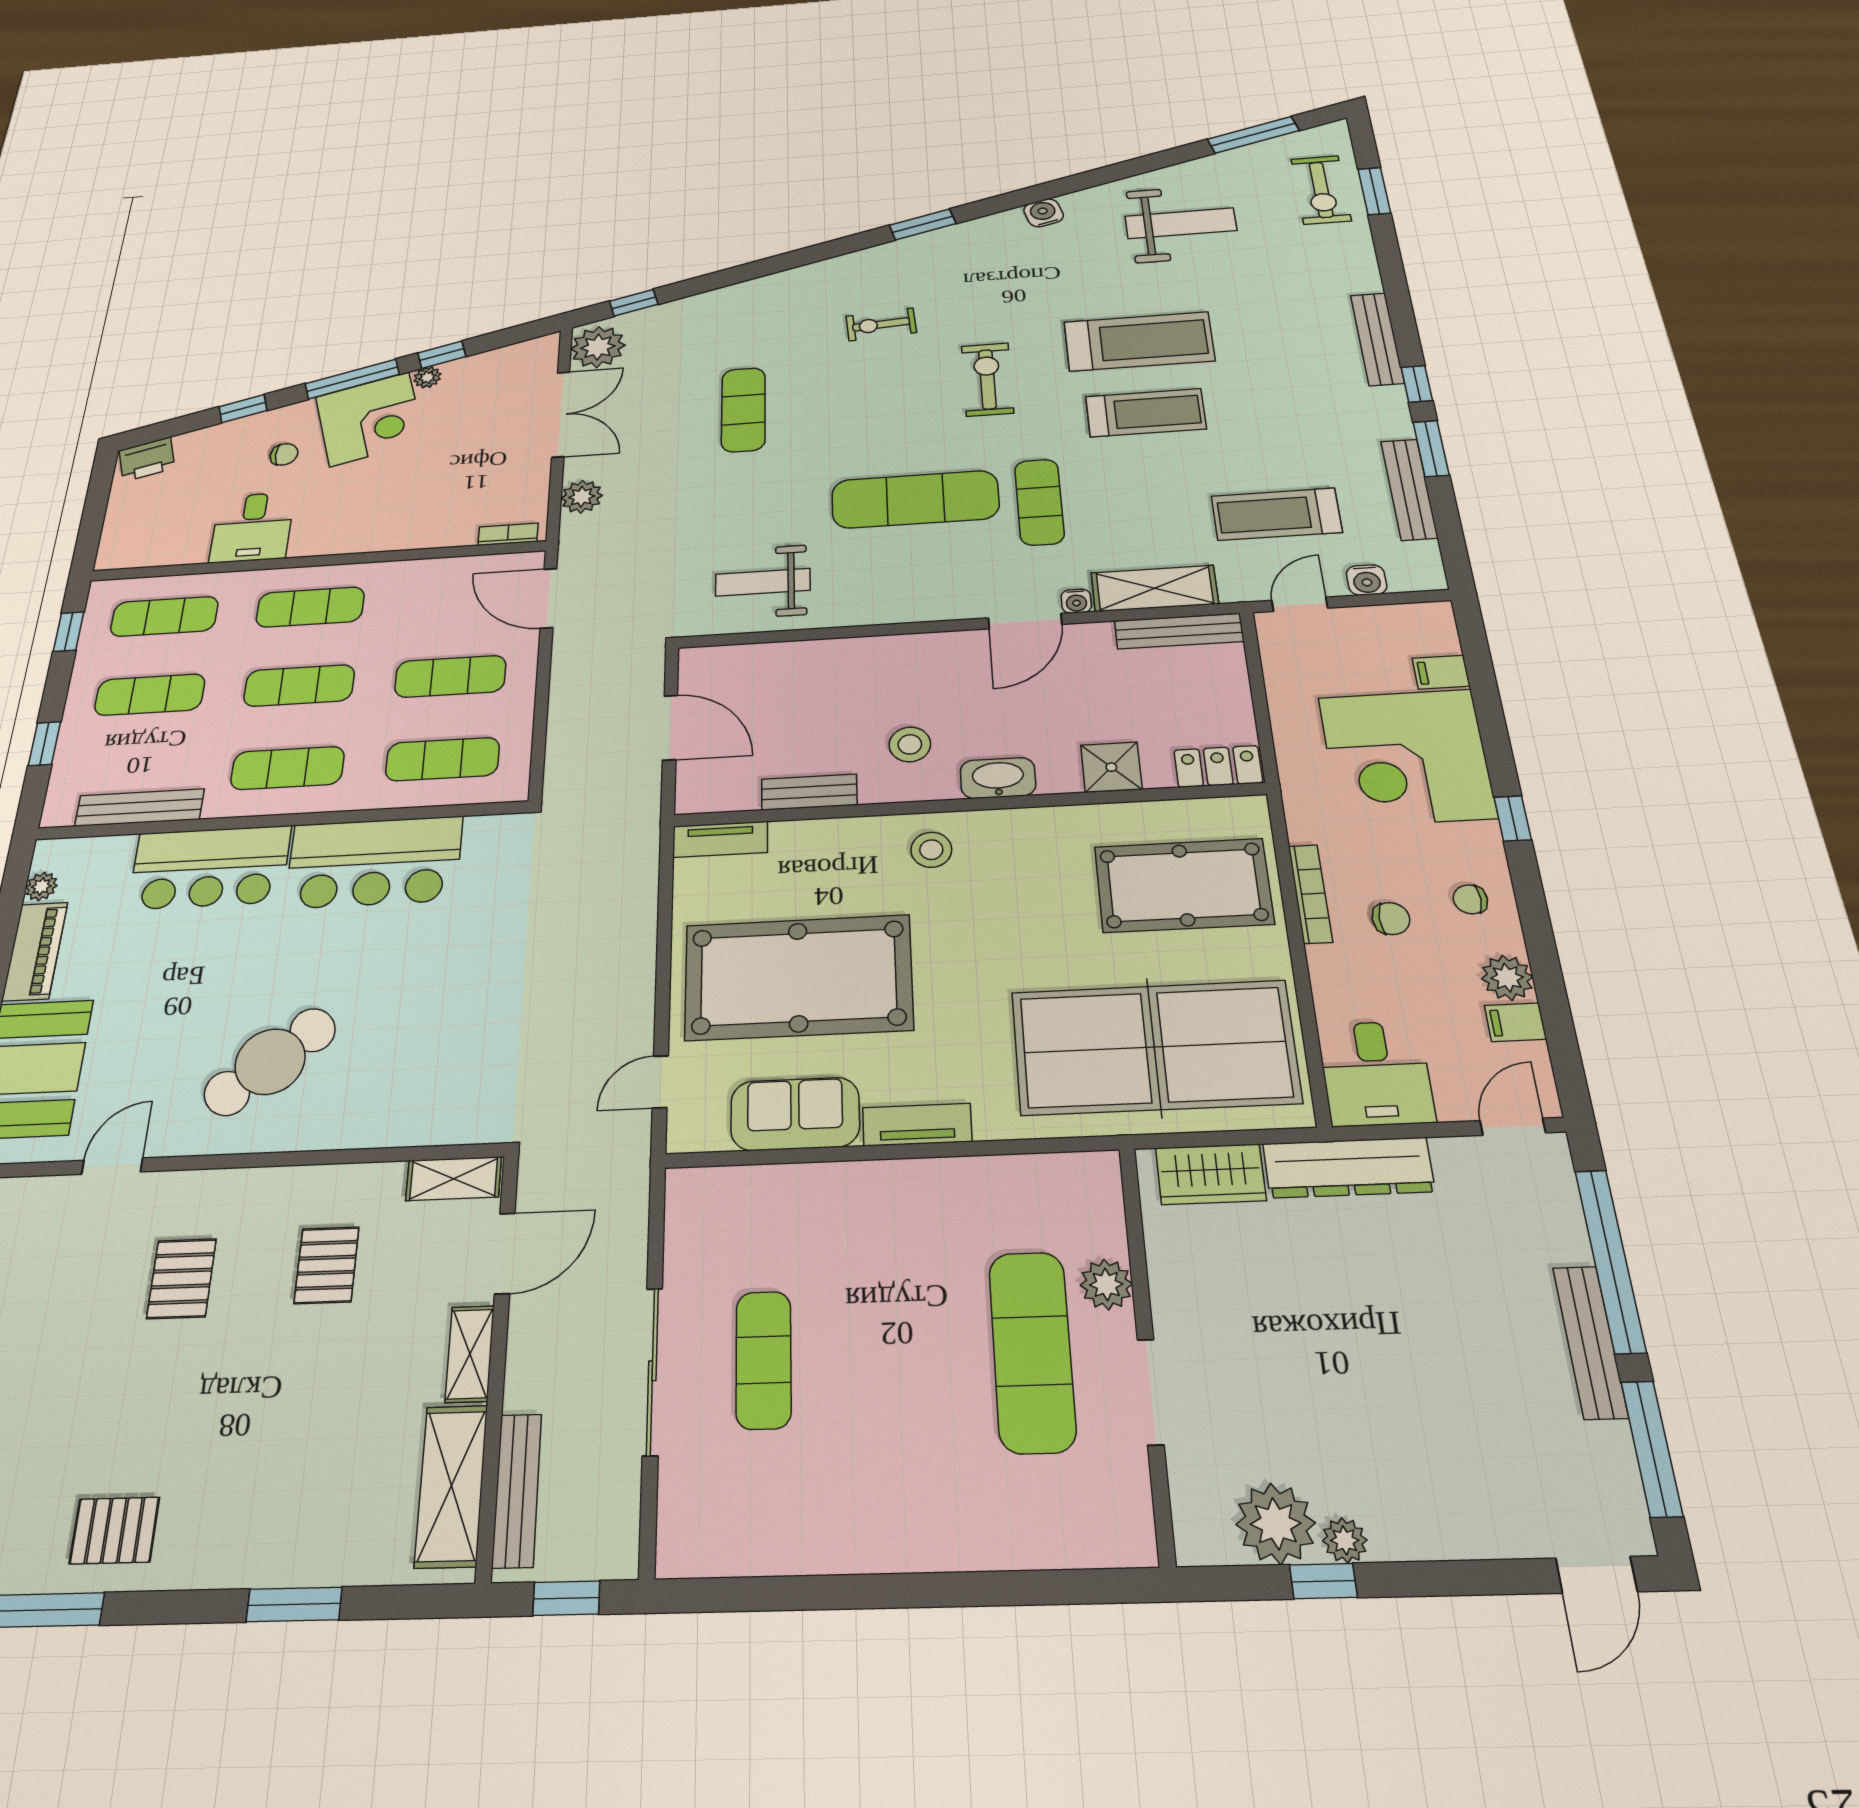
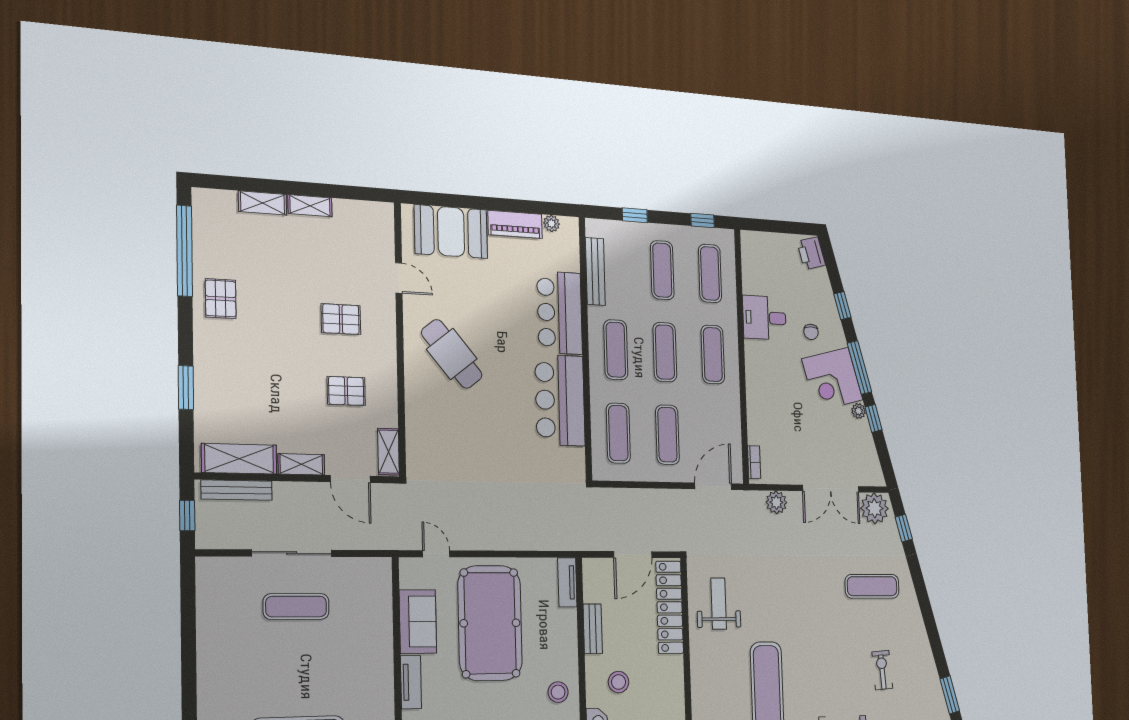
exercise mat: (743, 410) -> (872, 586), moved
locker: (769, 662) -> (670, 607), added

